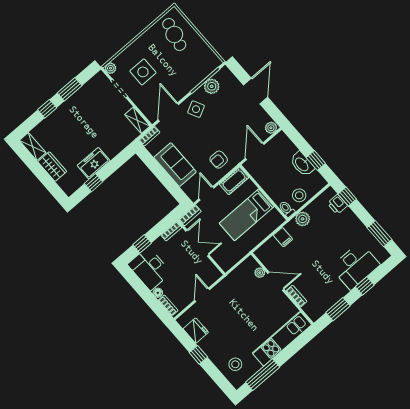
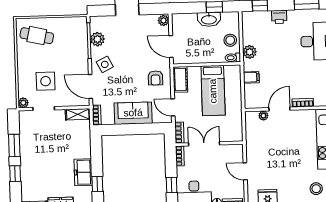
printer: (337, 204) -> (279, 17), moved

